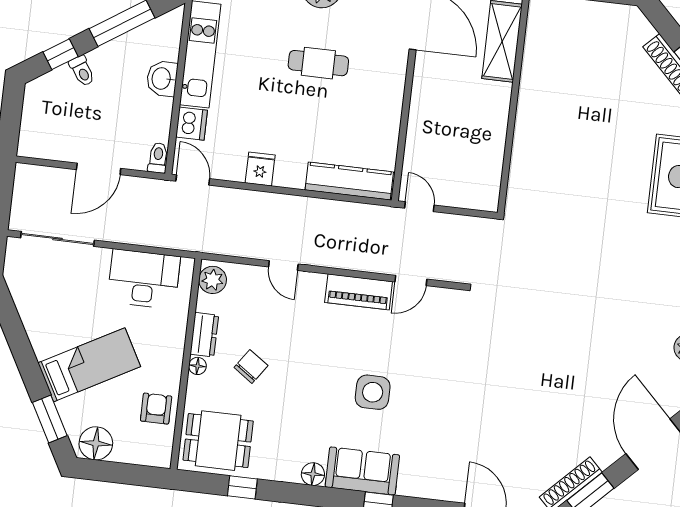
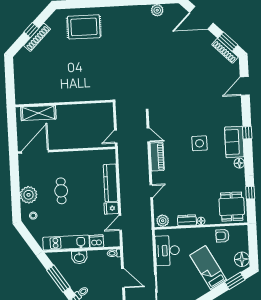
door: (193, 180) -> (120, 223), moved
kitchen counter: (349, 181) -> (111, 183), moved
chair: (251, 366) -> (197, 198), removed

